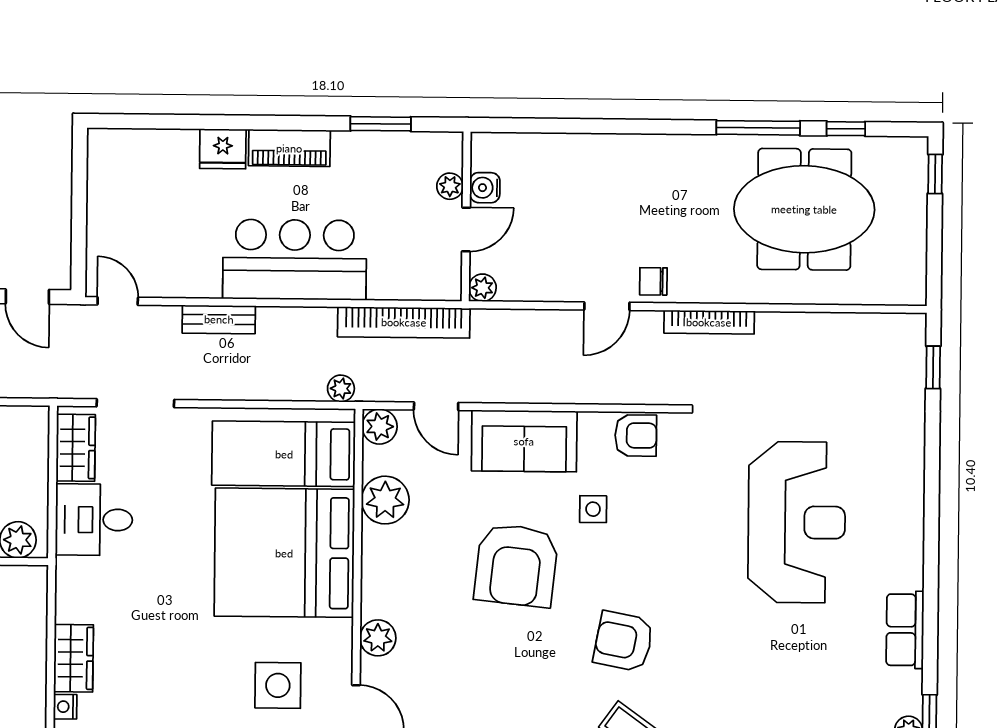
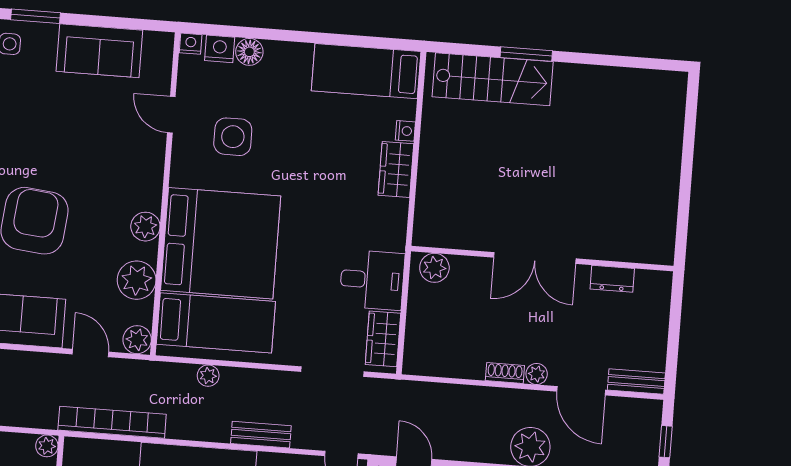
plant: (341, 388) -> (208, 376), moved
plant: (378, 638) -> (145, 227), moved

